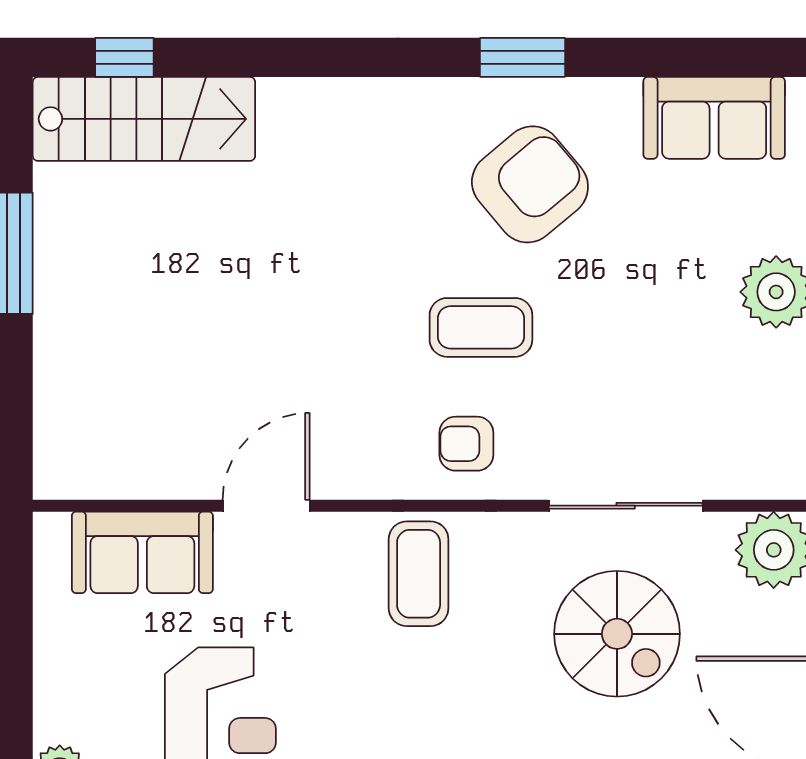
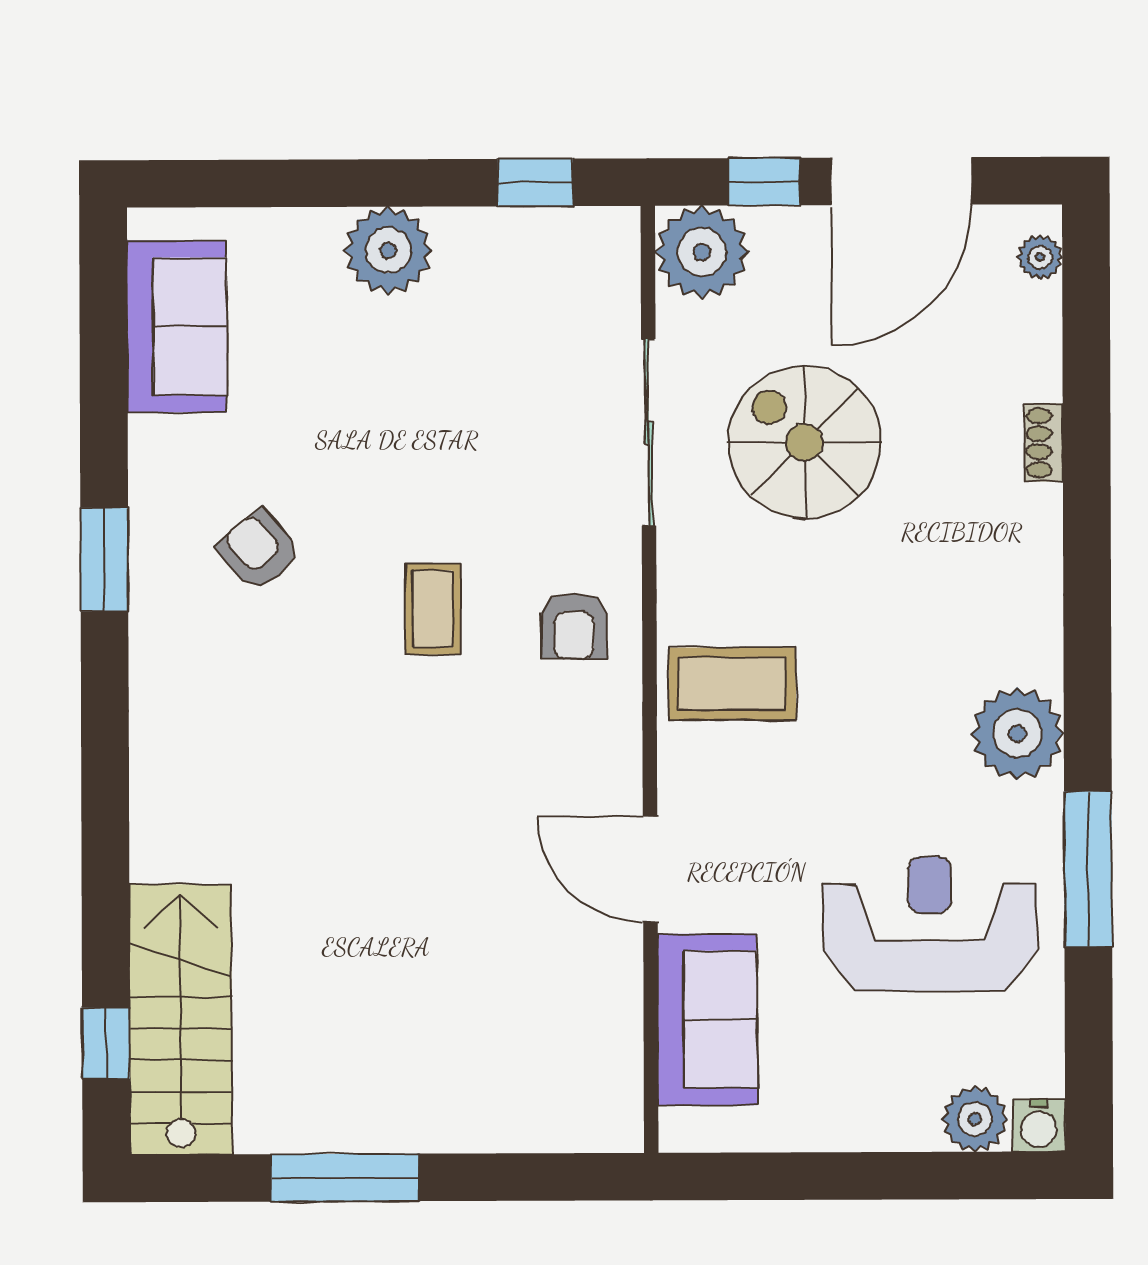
armchair: (530, 184) -> (259, 550), width x0.53, depth x0.53
coffee table: (481, 327) -> (433, 609), width x0.73, depth x0.77
spiral stairs: (617, 634) -> (804, 442), turned -90

